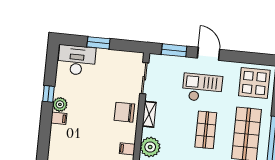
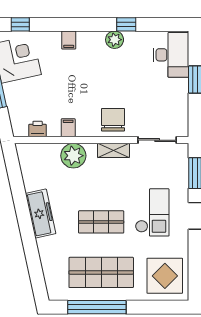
filing cabinet: (59, 118) -> (69, 40), moved

